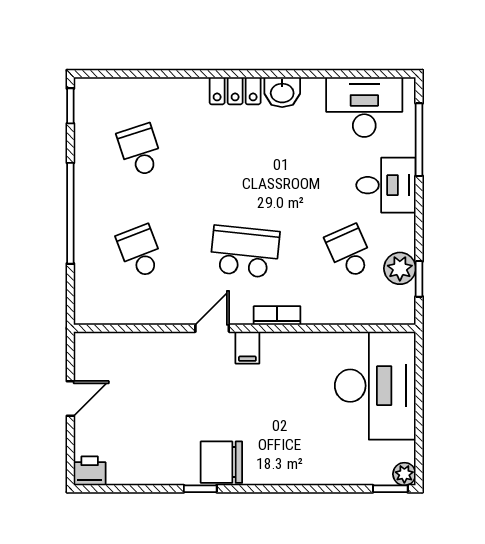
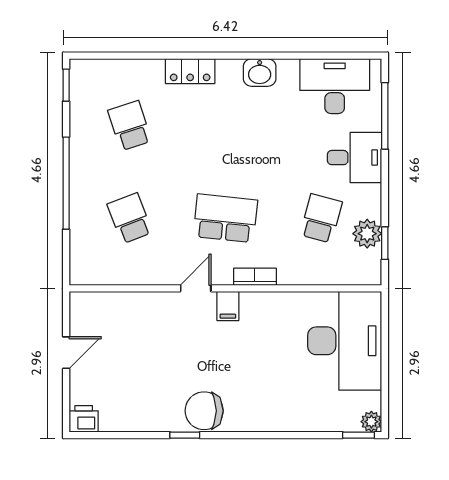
locker: (235, 91) -> (190, 71), moved
school desk: (349, 252) -> (321, 218), turned 39

